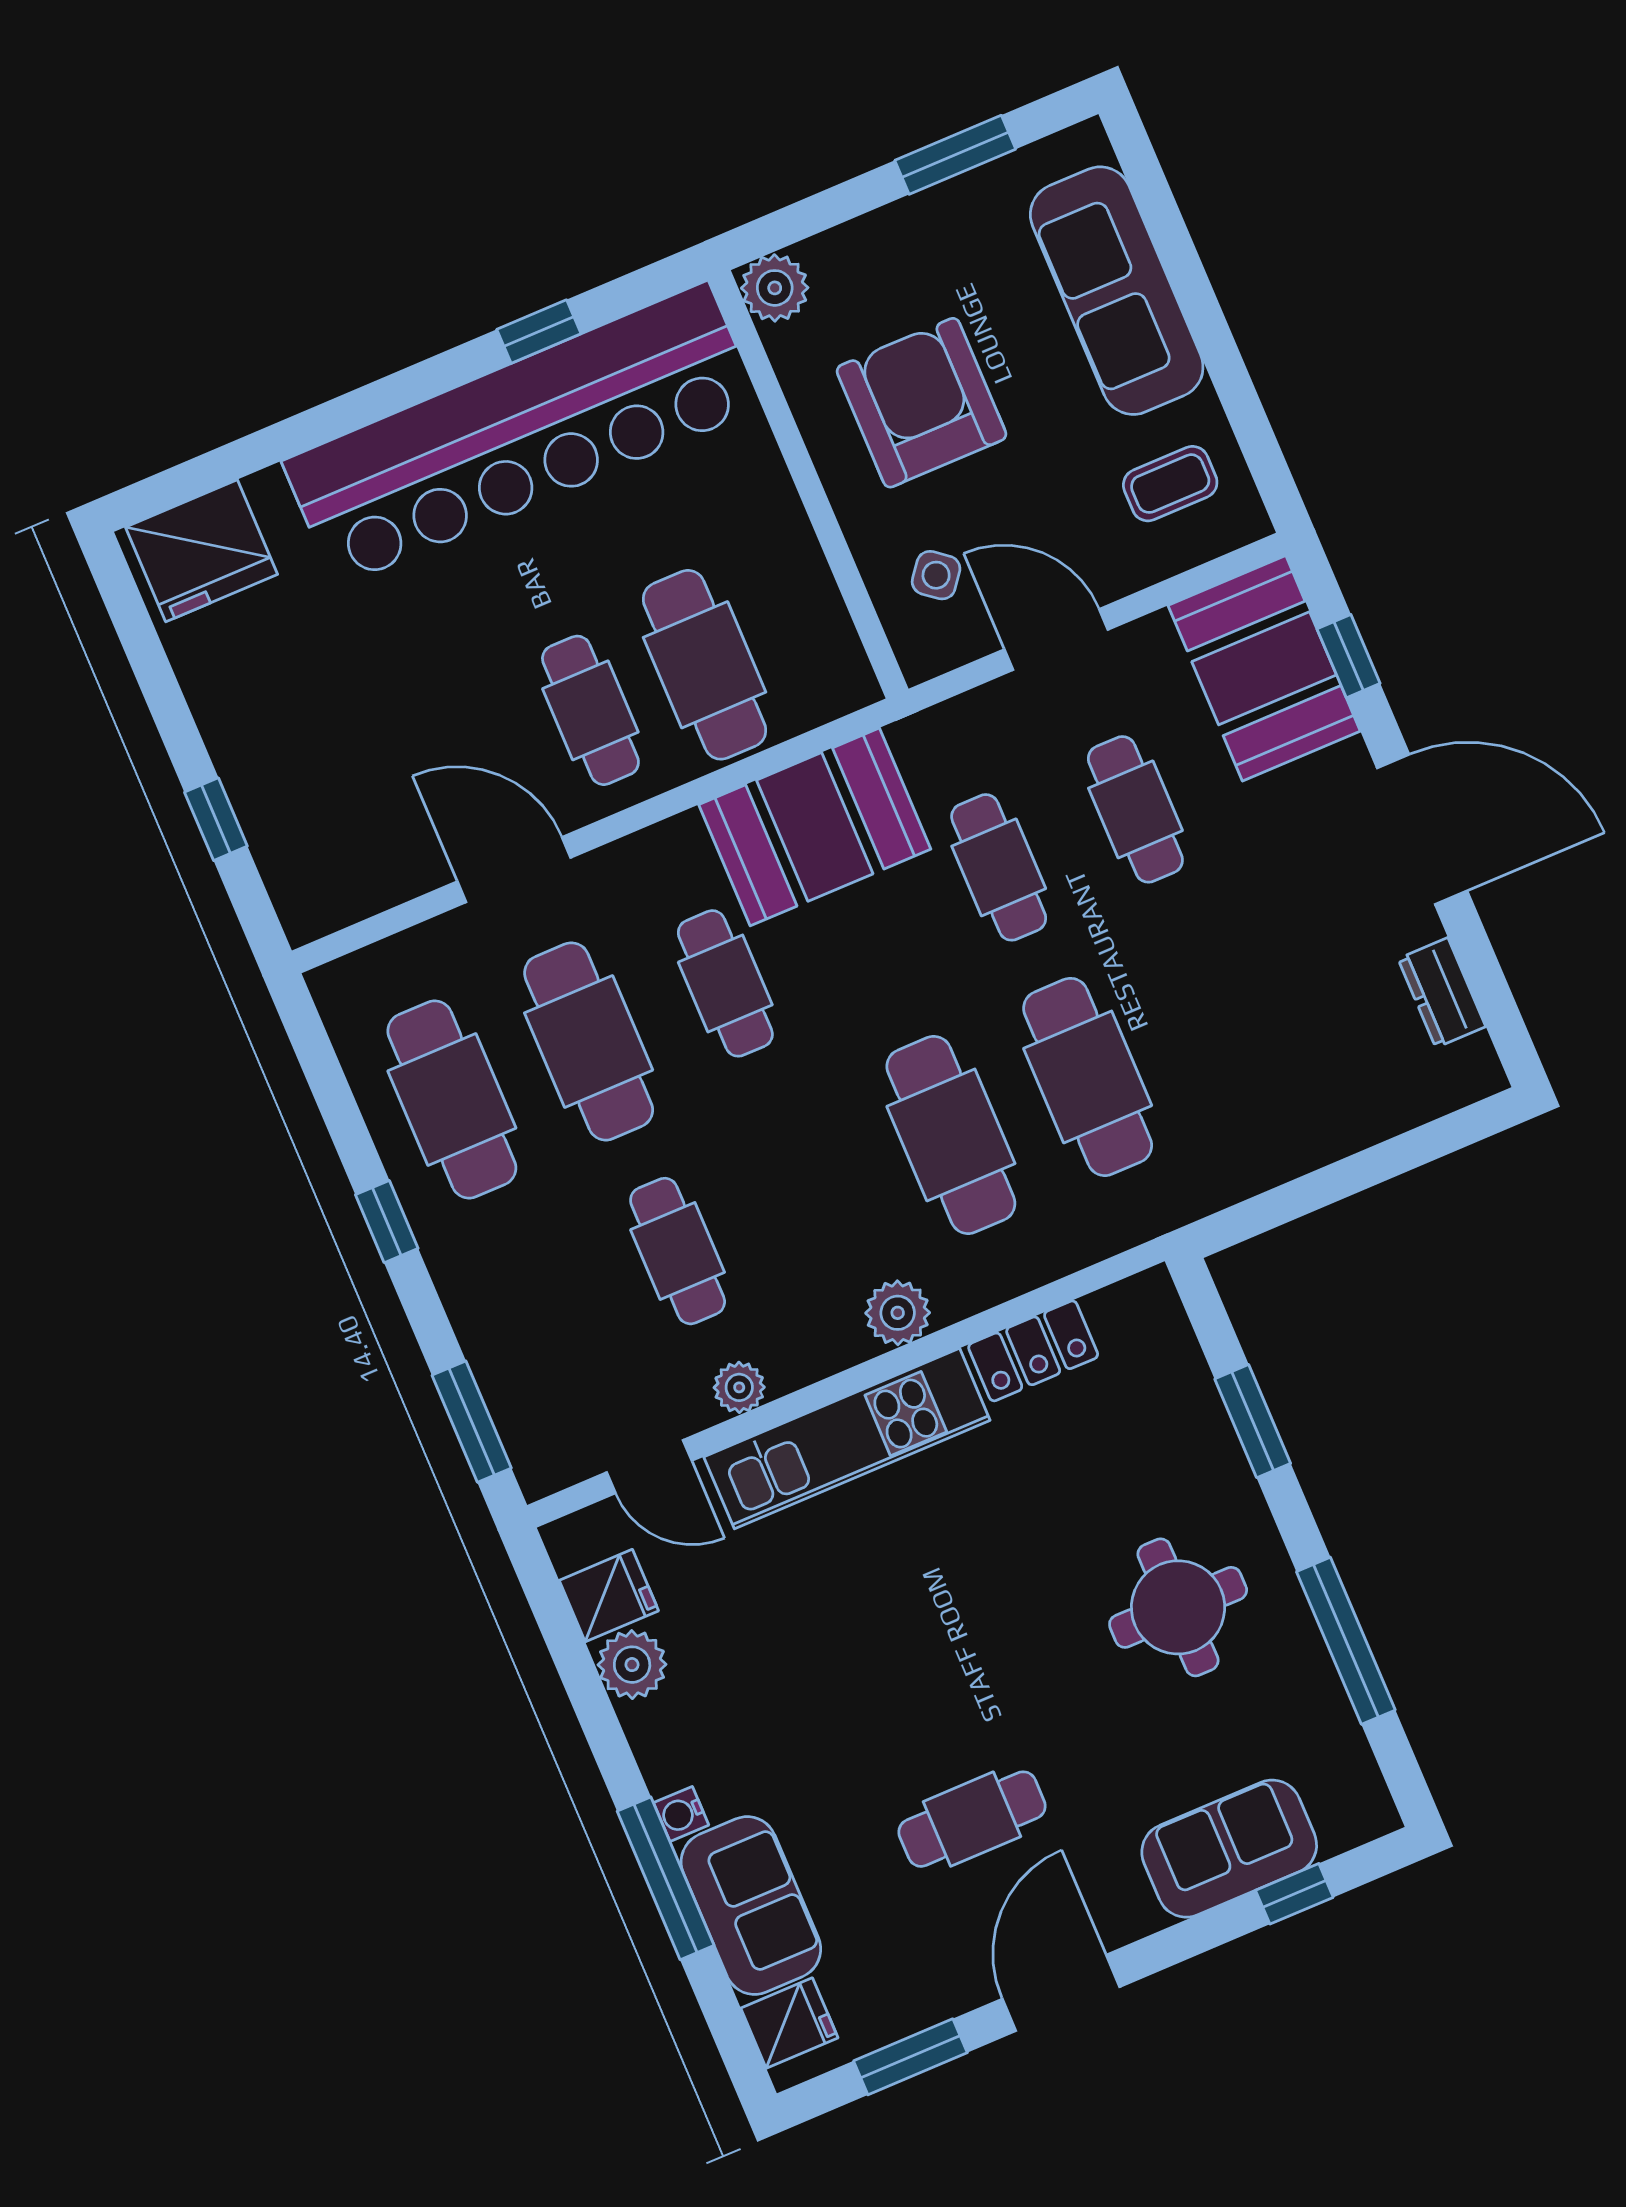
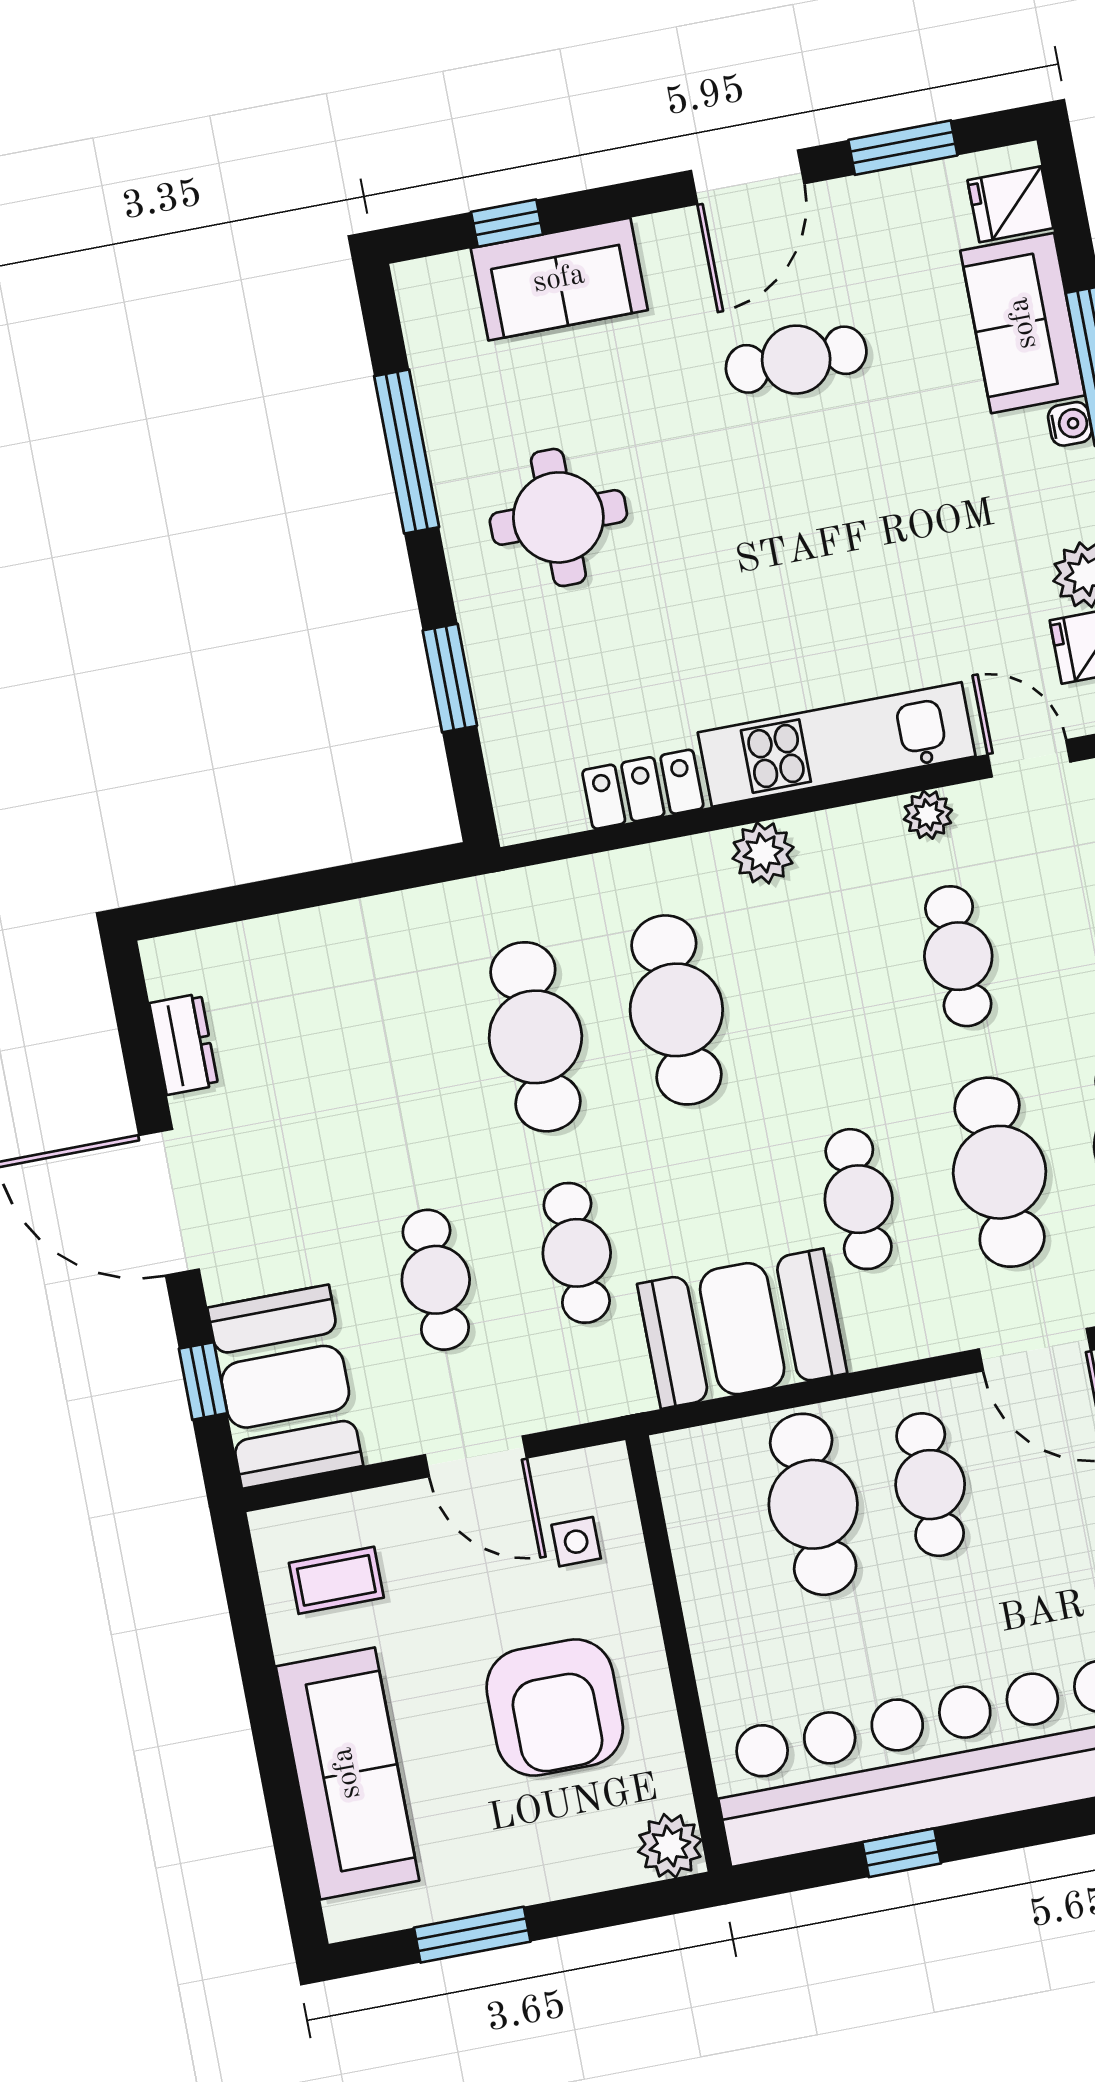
side table: (936, 575) -> (576, 1542), turned -38

